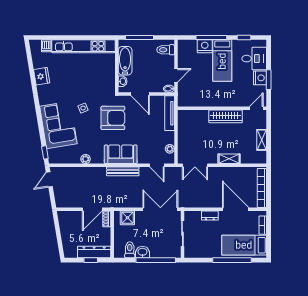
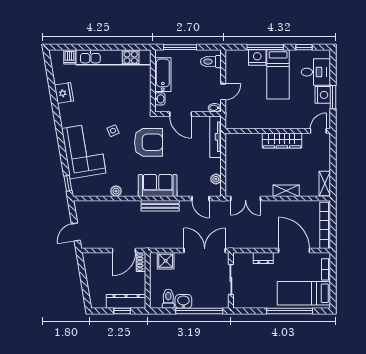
shelving: (262, 140) -> (325, 184), moved
door: (49, 179) -> (76, 232), moved

